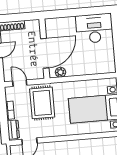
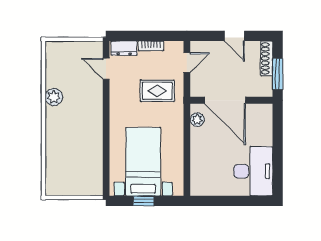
window: (23, 17) -> (278, 74), added
rug: (42, 103) -> (157, 91), width x0.73, depth x0.70

